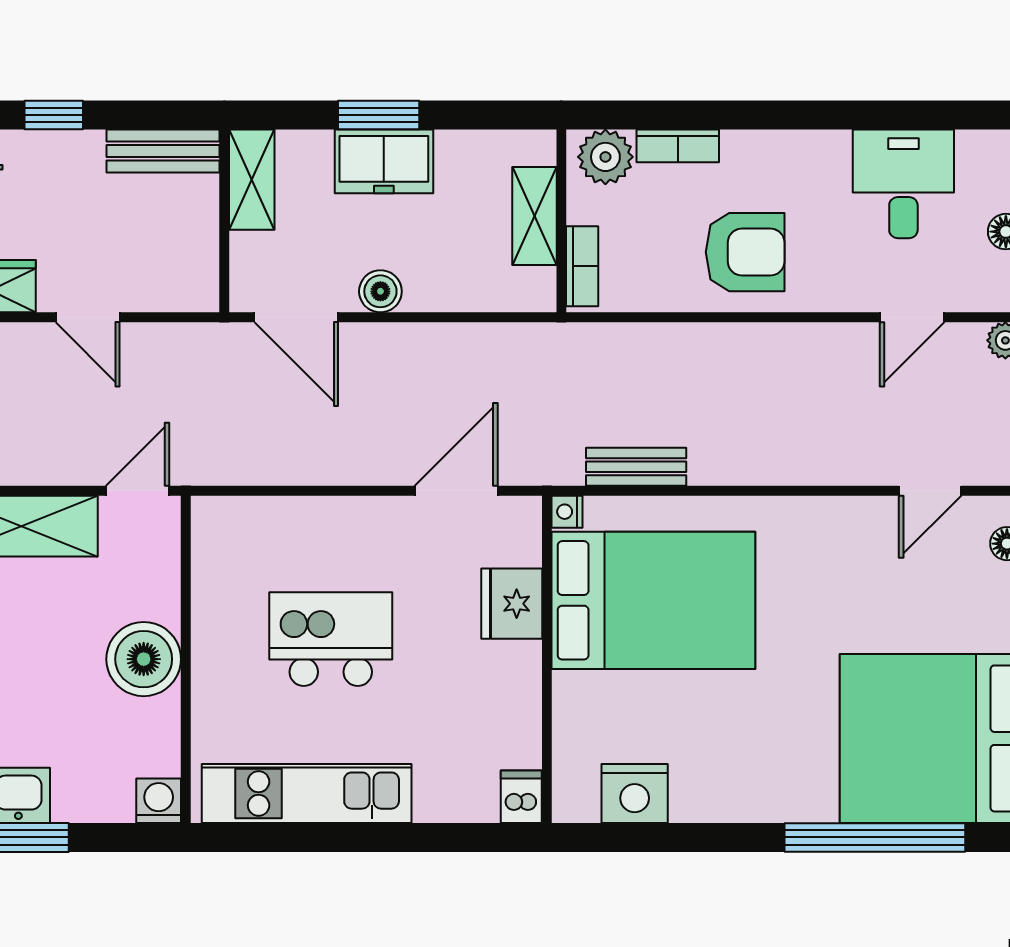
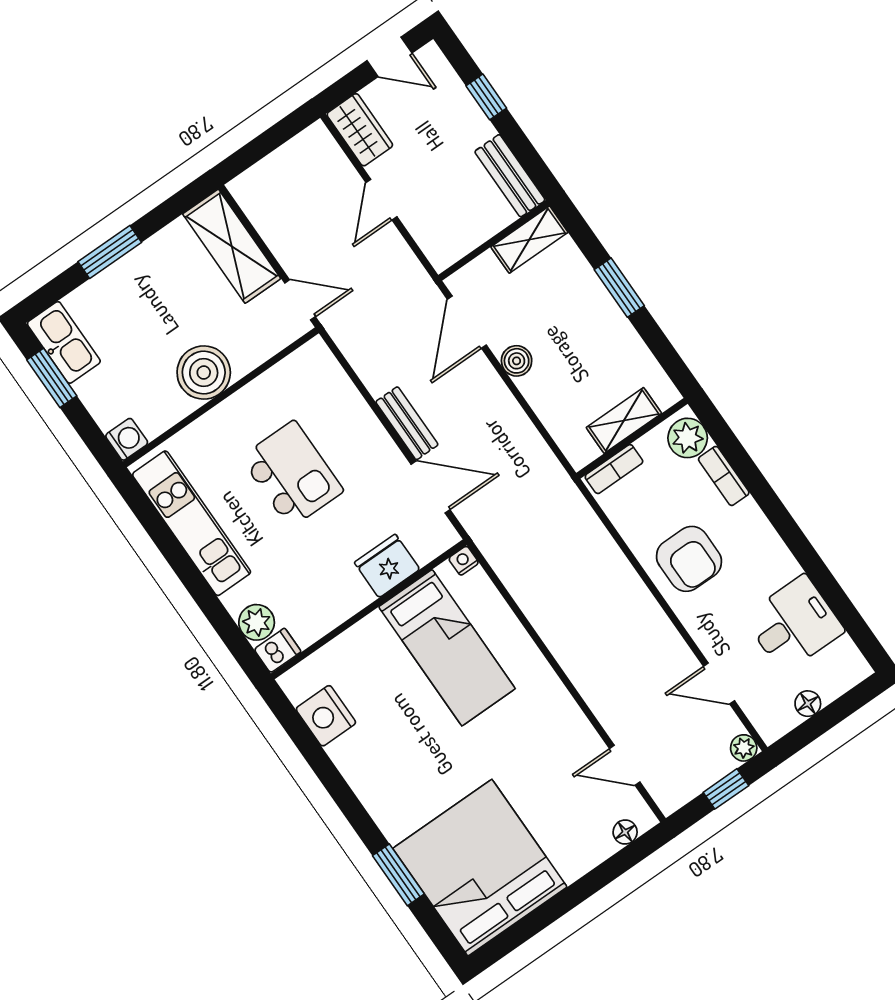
freezer: (384, 161) -> (594, 310), removed
bench: (636, 467) -> (407, 423), moved
bed: (653, 600) -> (447, 648), width x0.67
plant: (472, 798) -> (257, 622), added
window: (875, 837) -> (398, 875), width x0.47

